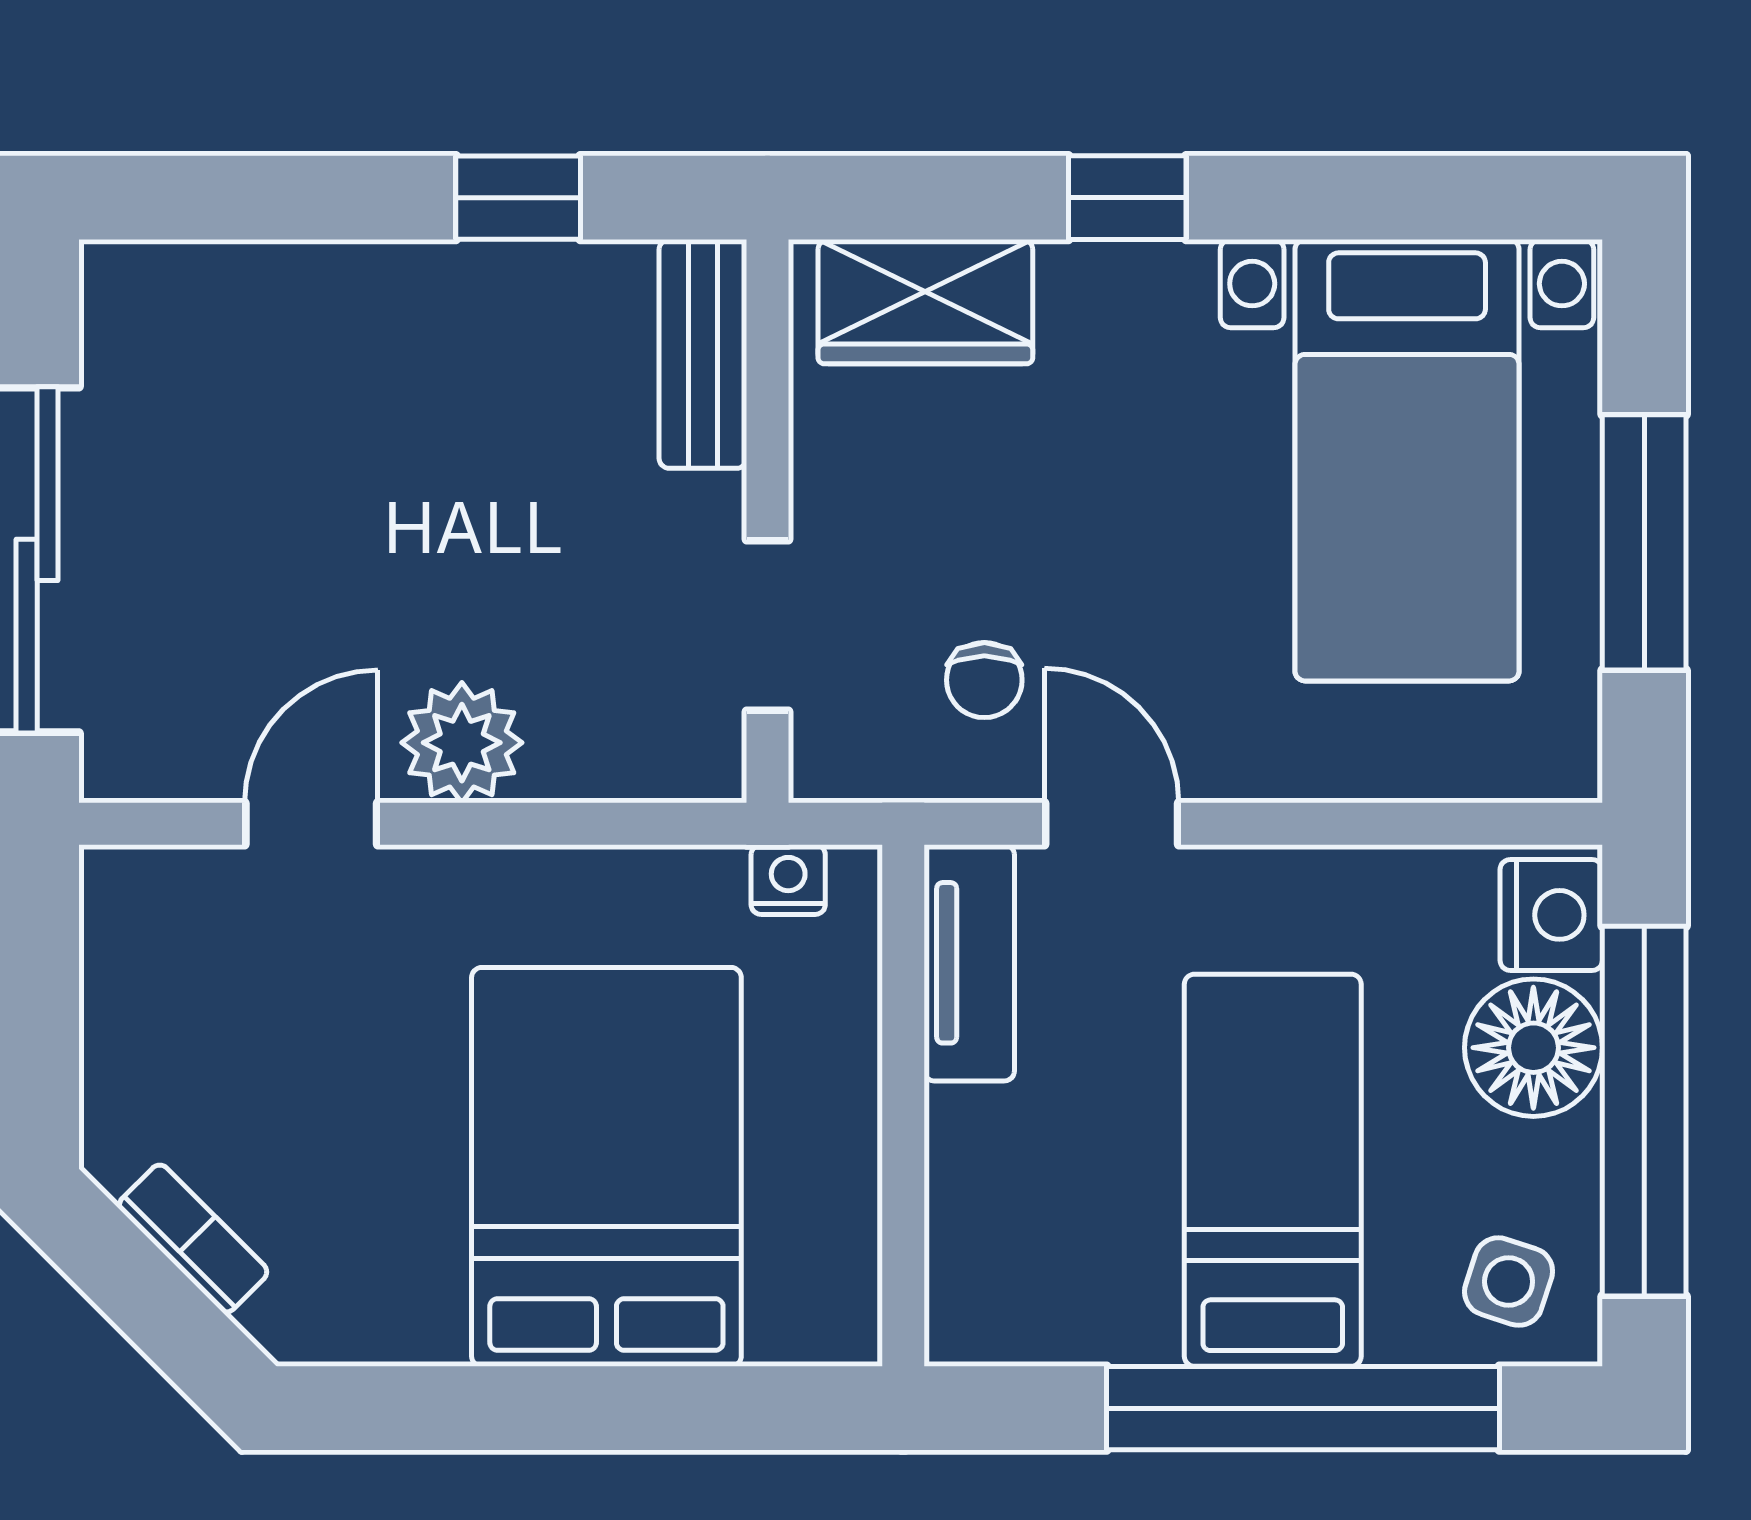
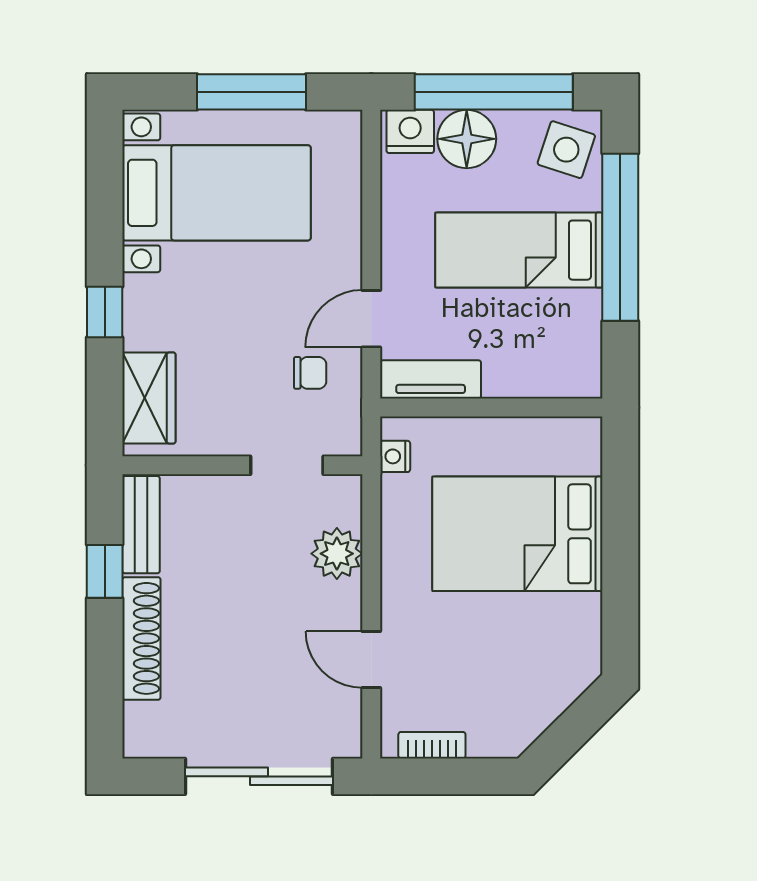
shoe rack: (361, 284) -> (141, 638), added
bench: (703, 354) -> (141, 525), moved, turned 90
plant: (462, 743) -> (337, 554), moved
bookcase: (193, 1239) -> (432, 745), moved, turned 45
side table: (1509, 1282) -> (566, 150), width x1.37, depth x1.37

